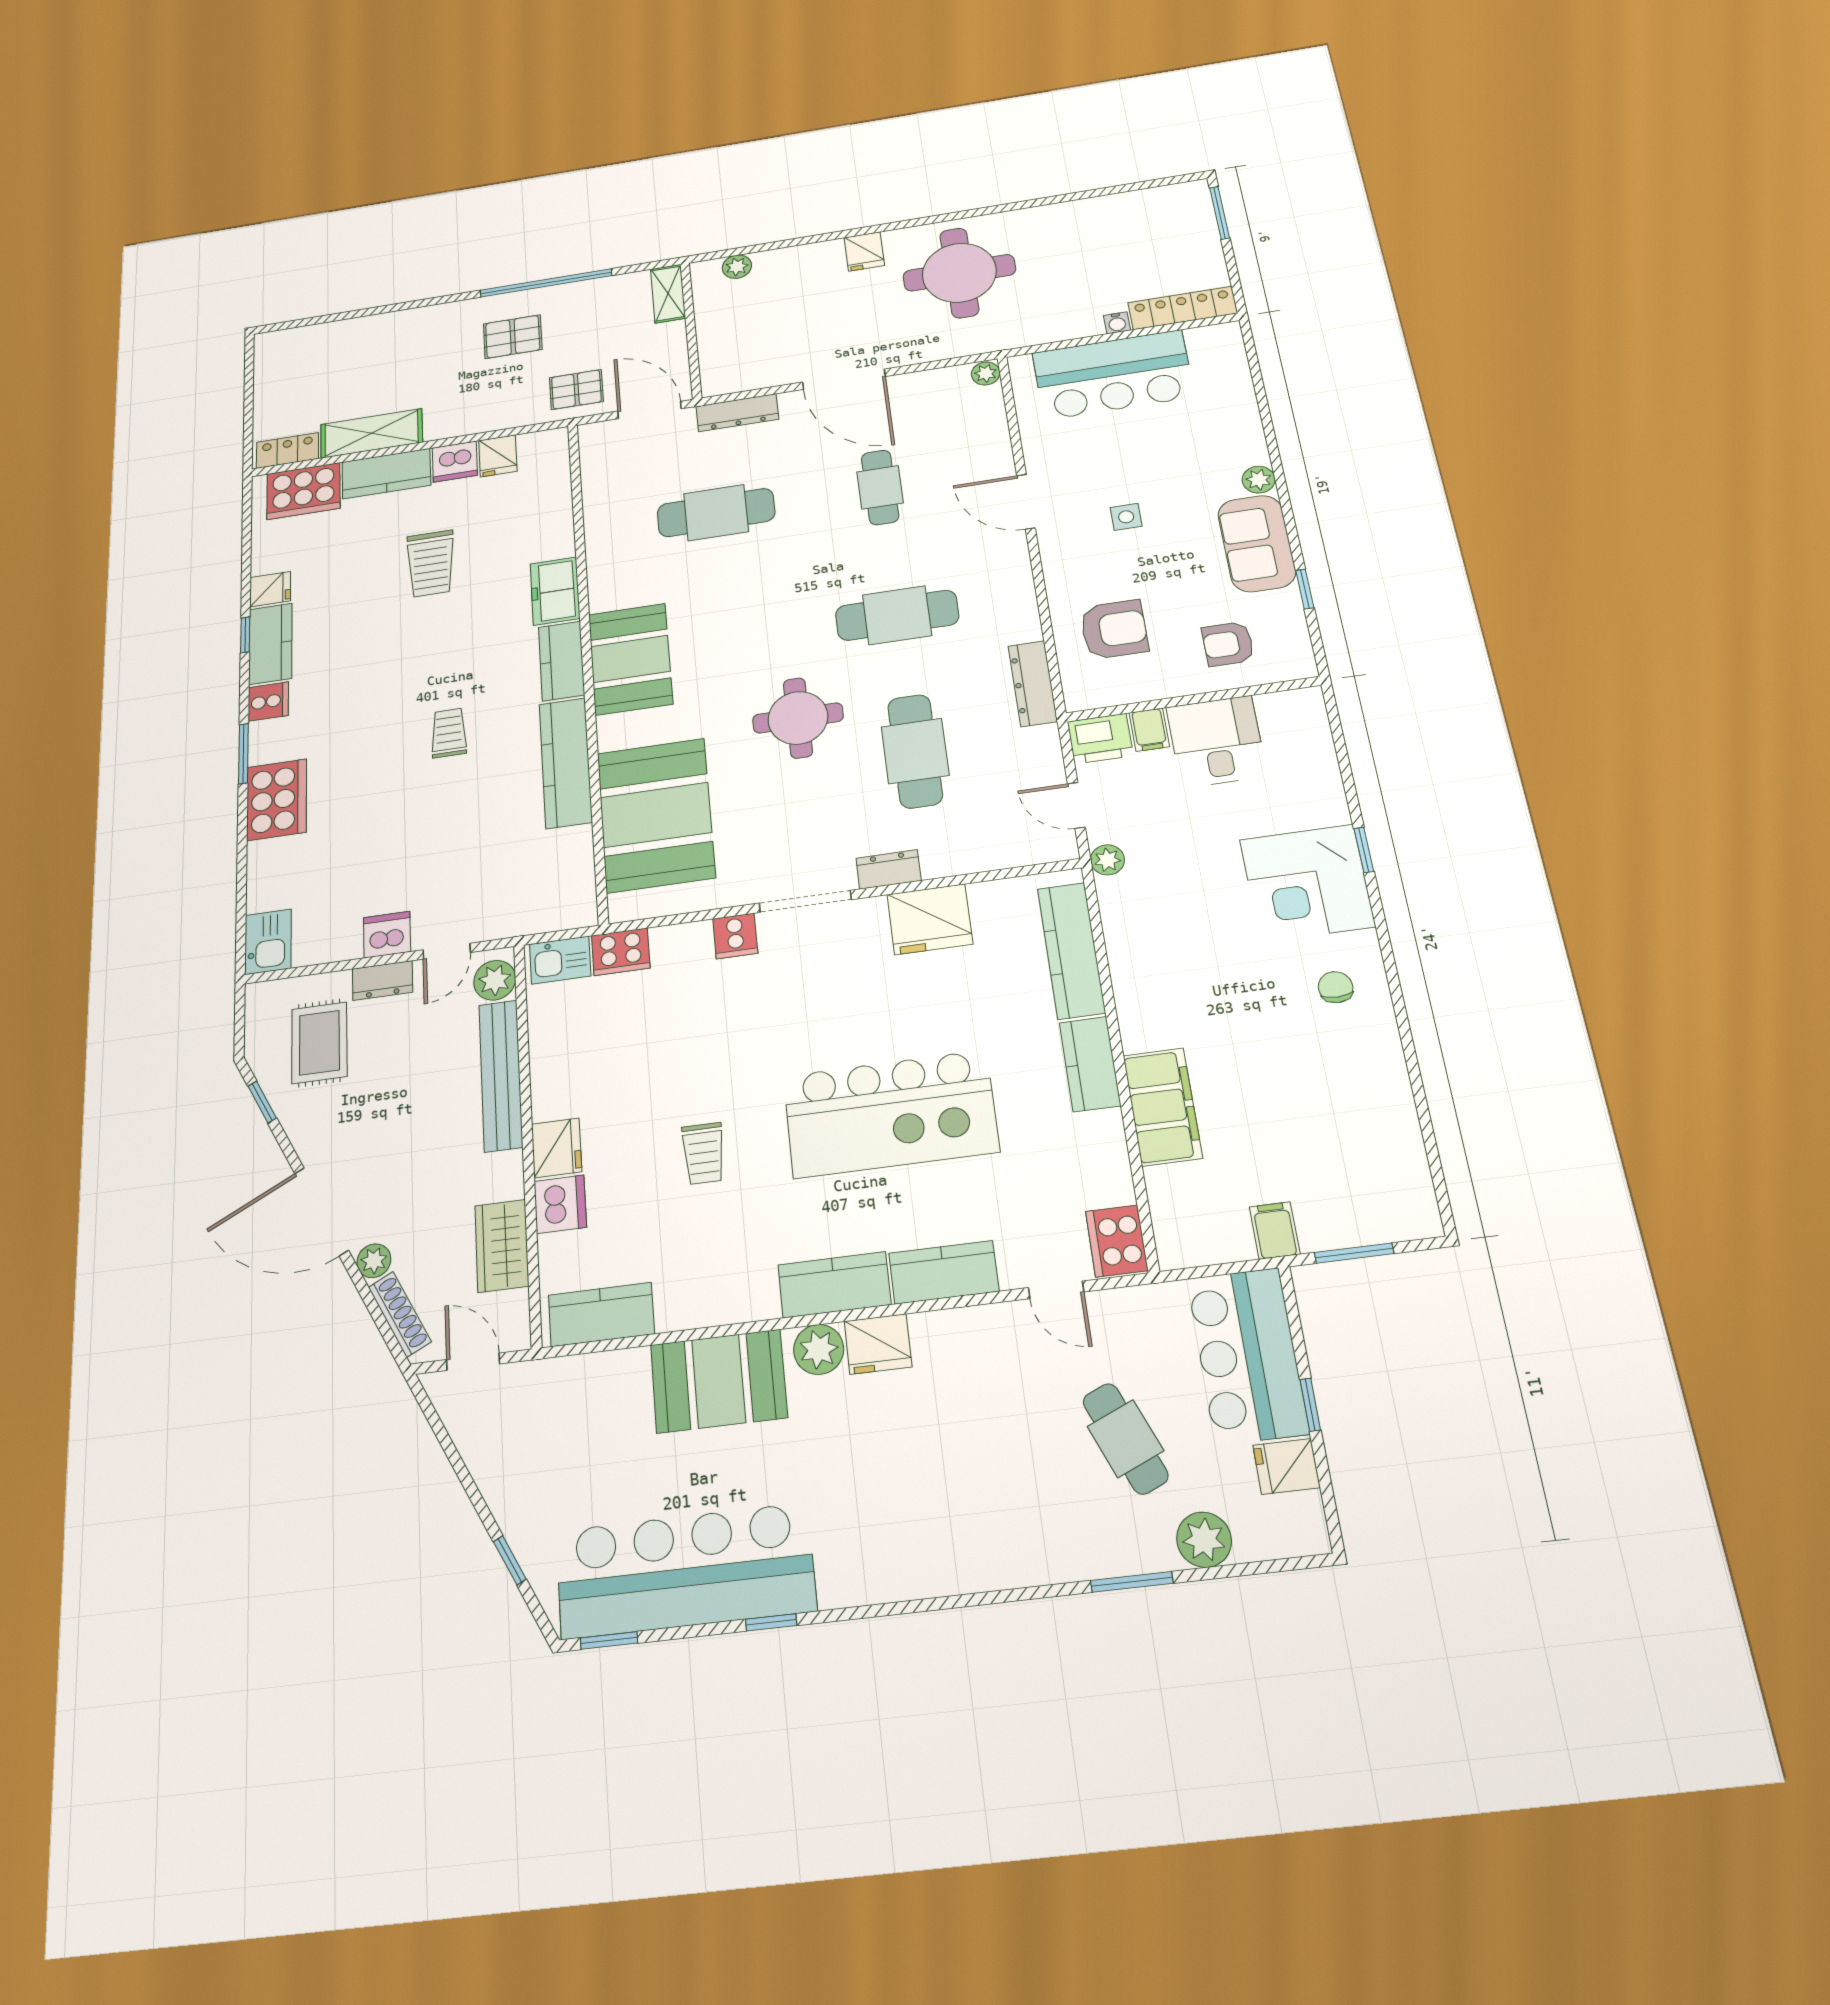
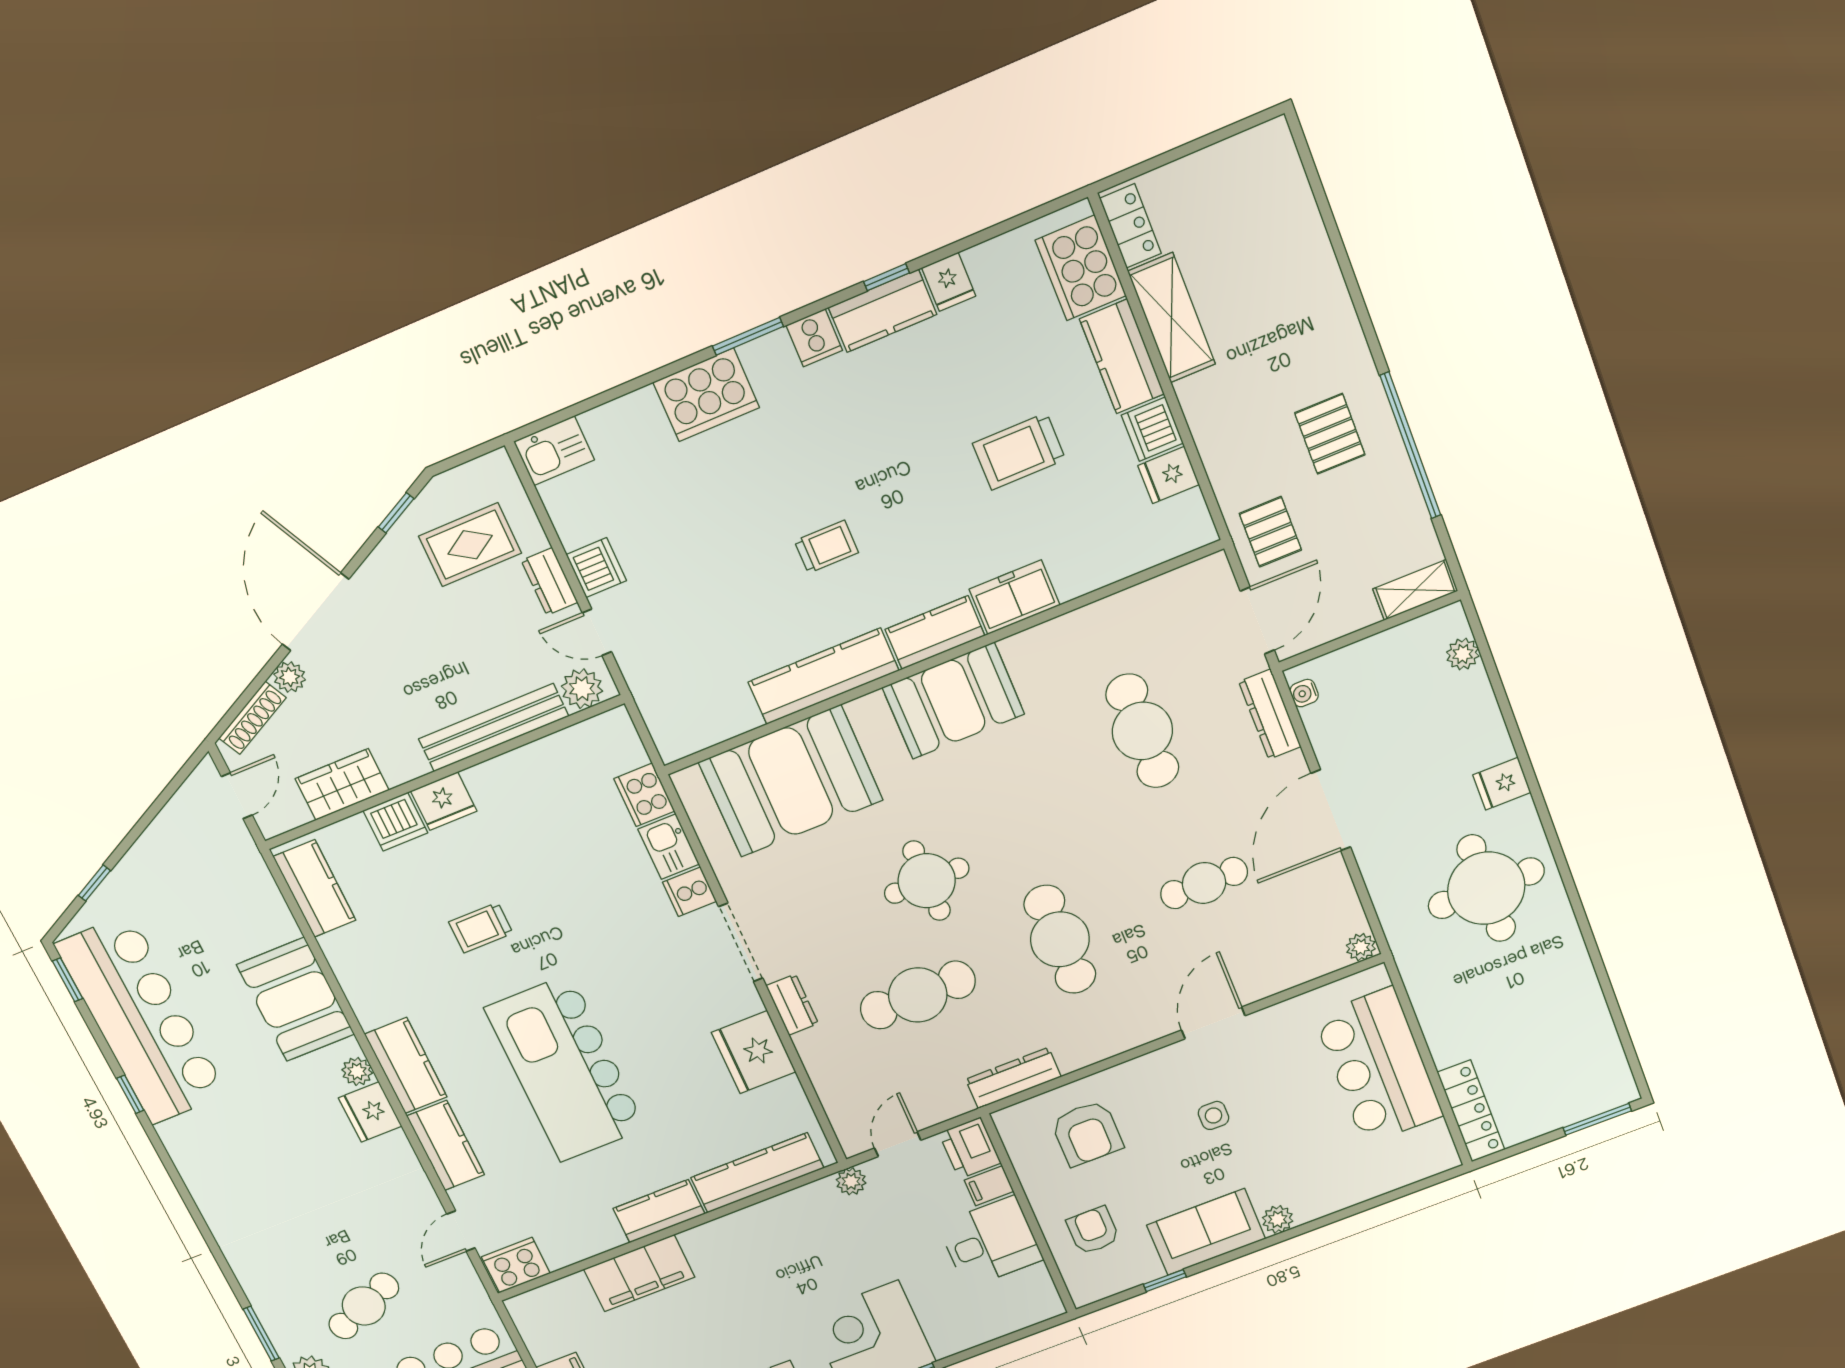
water cooler: (1117, 323) -> (1304, 693), moved
kitchen sink: (560, 960) -> (669, 847), moved
plant: (819, 1349) -> (357, 1071), width x0.73, depth x0.73

